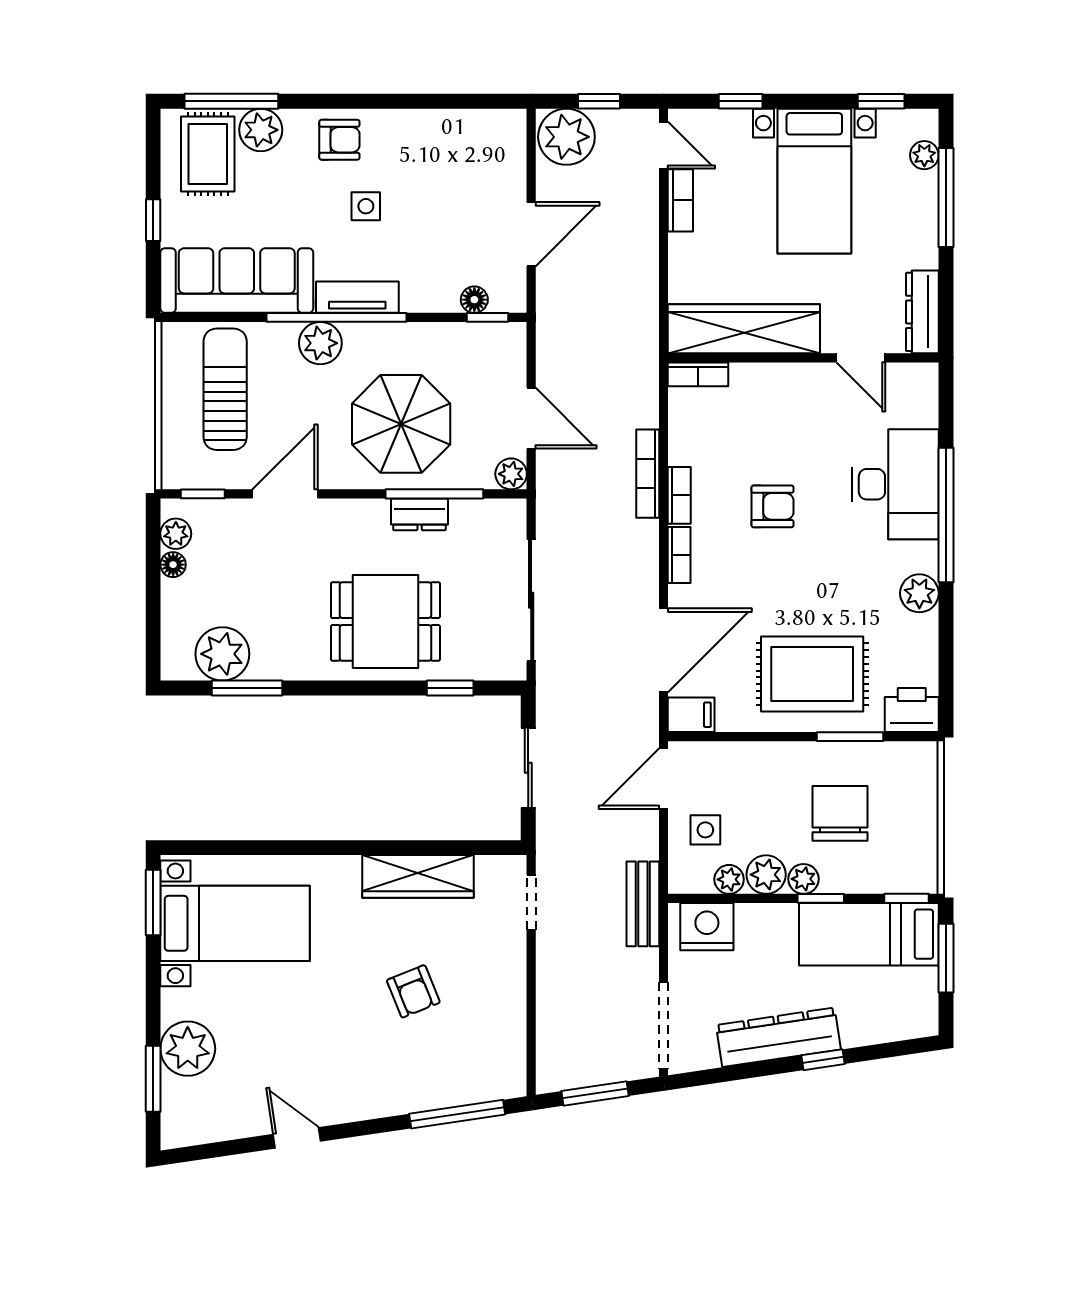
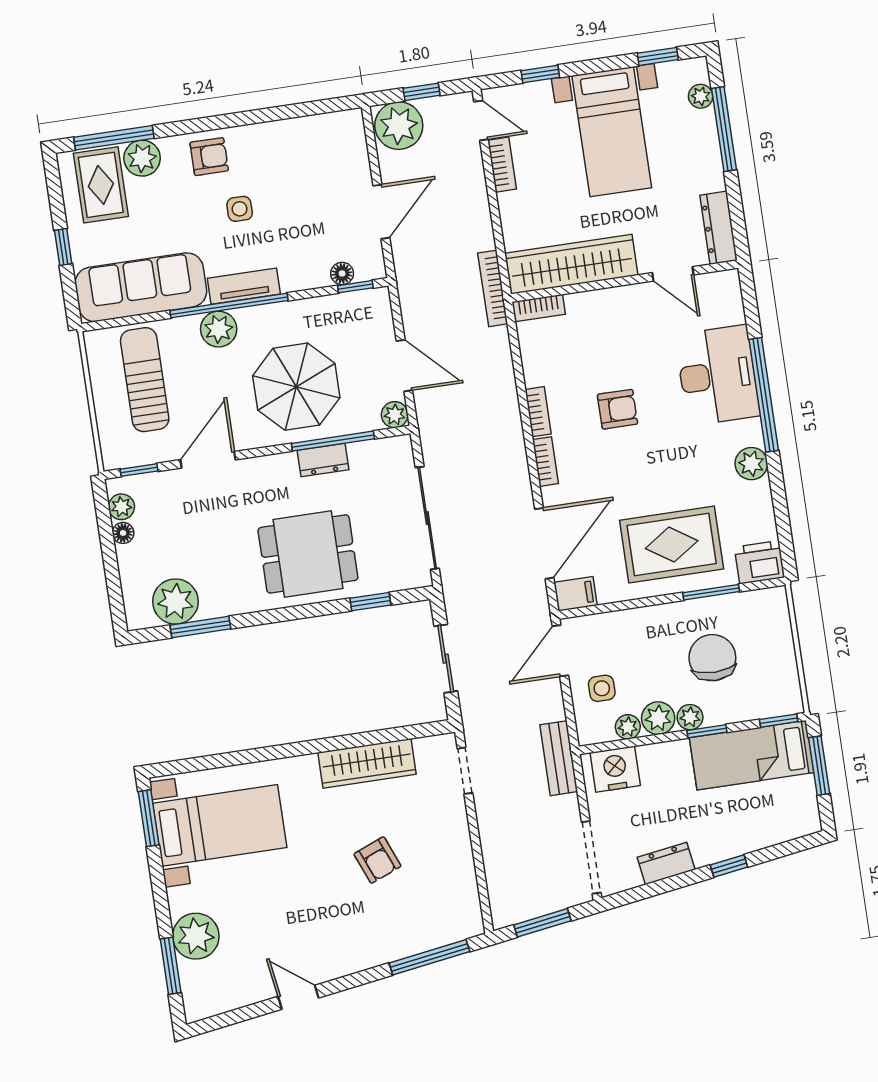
bookcase: (648, 474) -> (493, 288), moved
dresser: (778, 1037) -> (666, 863), width x0.51, depth x0.80

